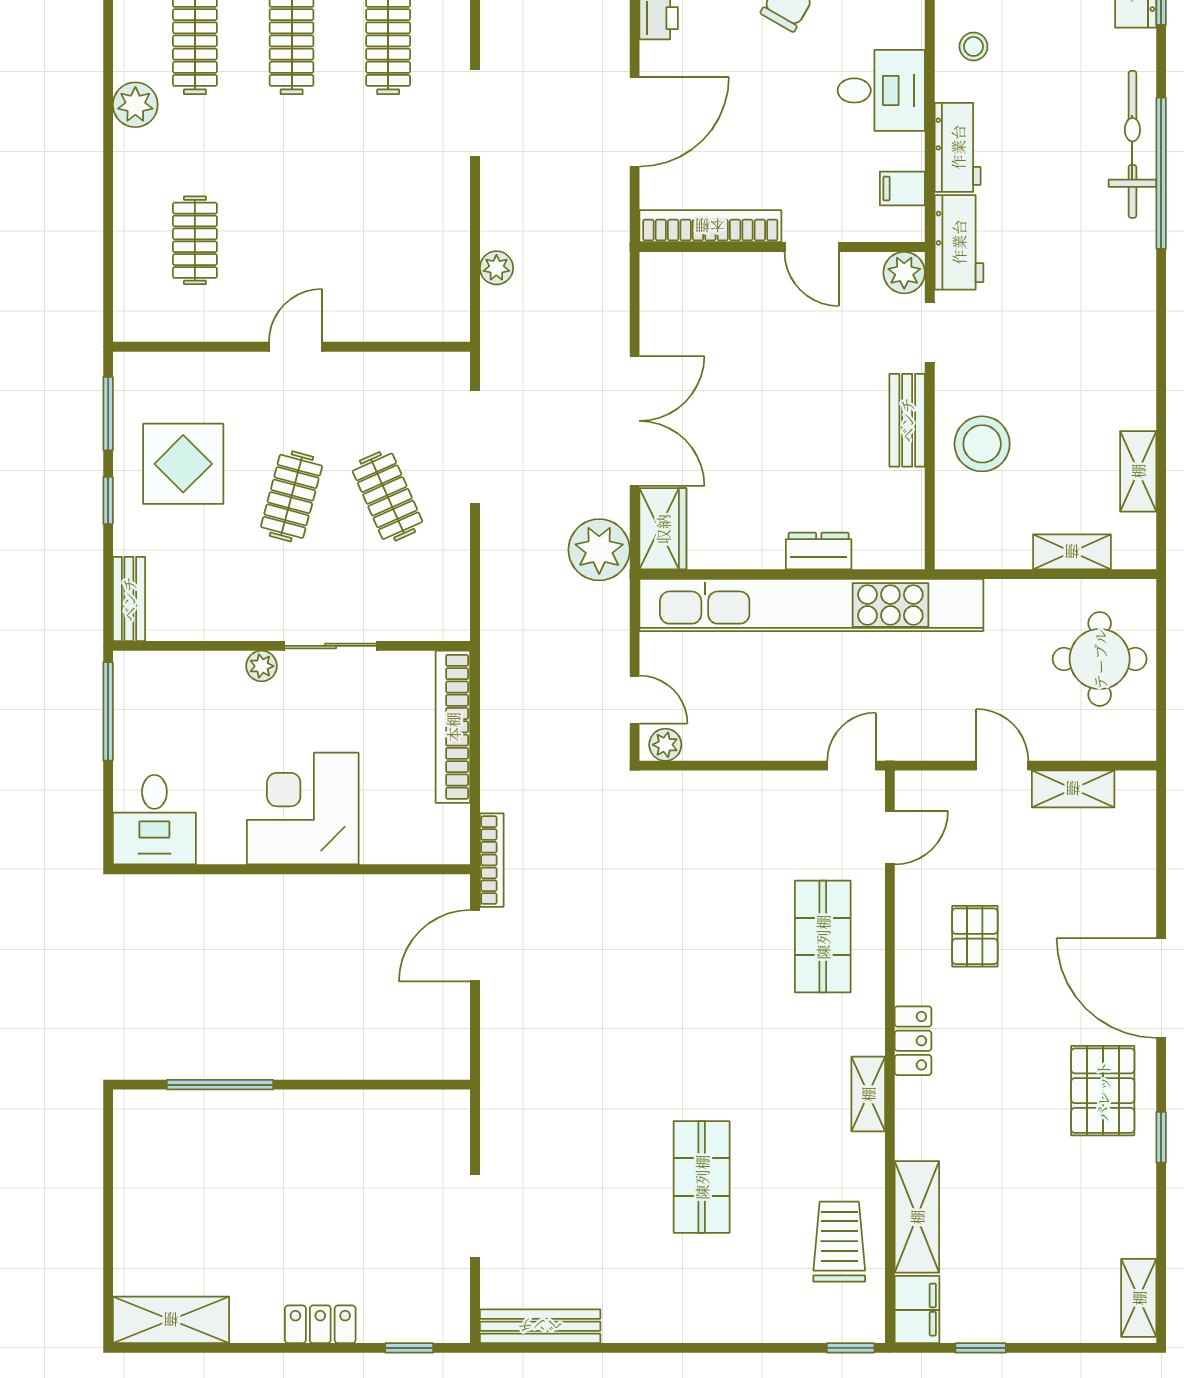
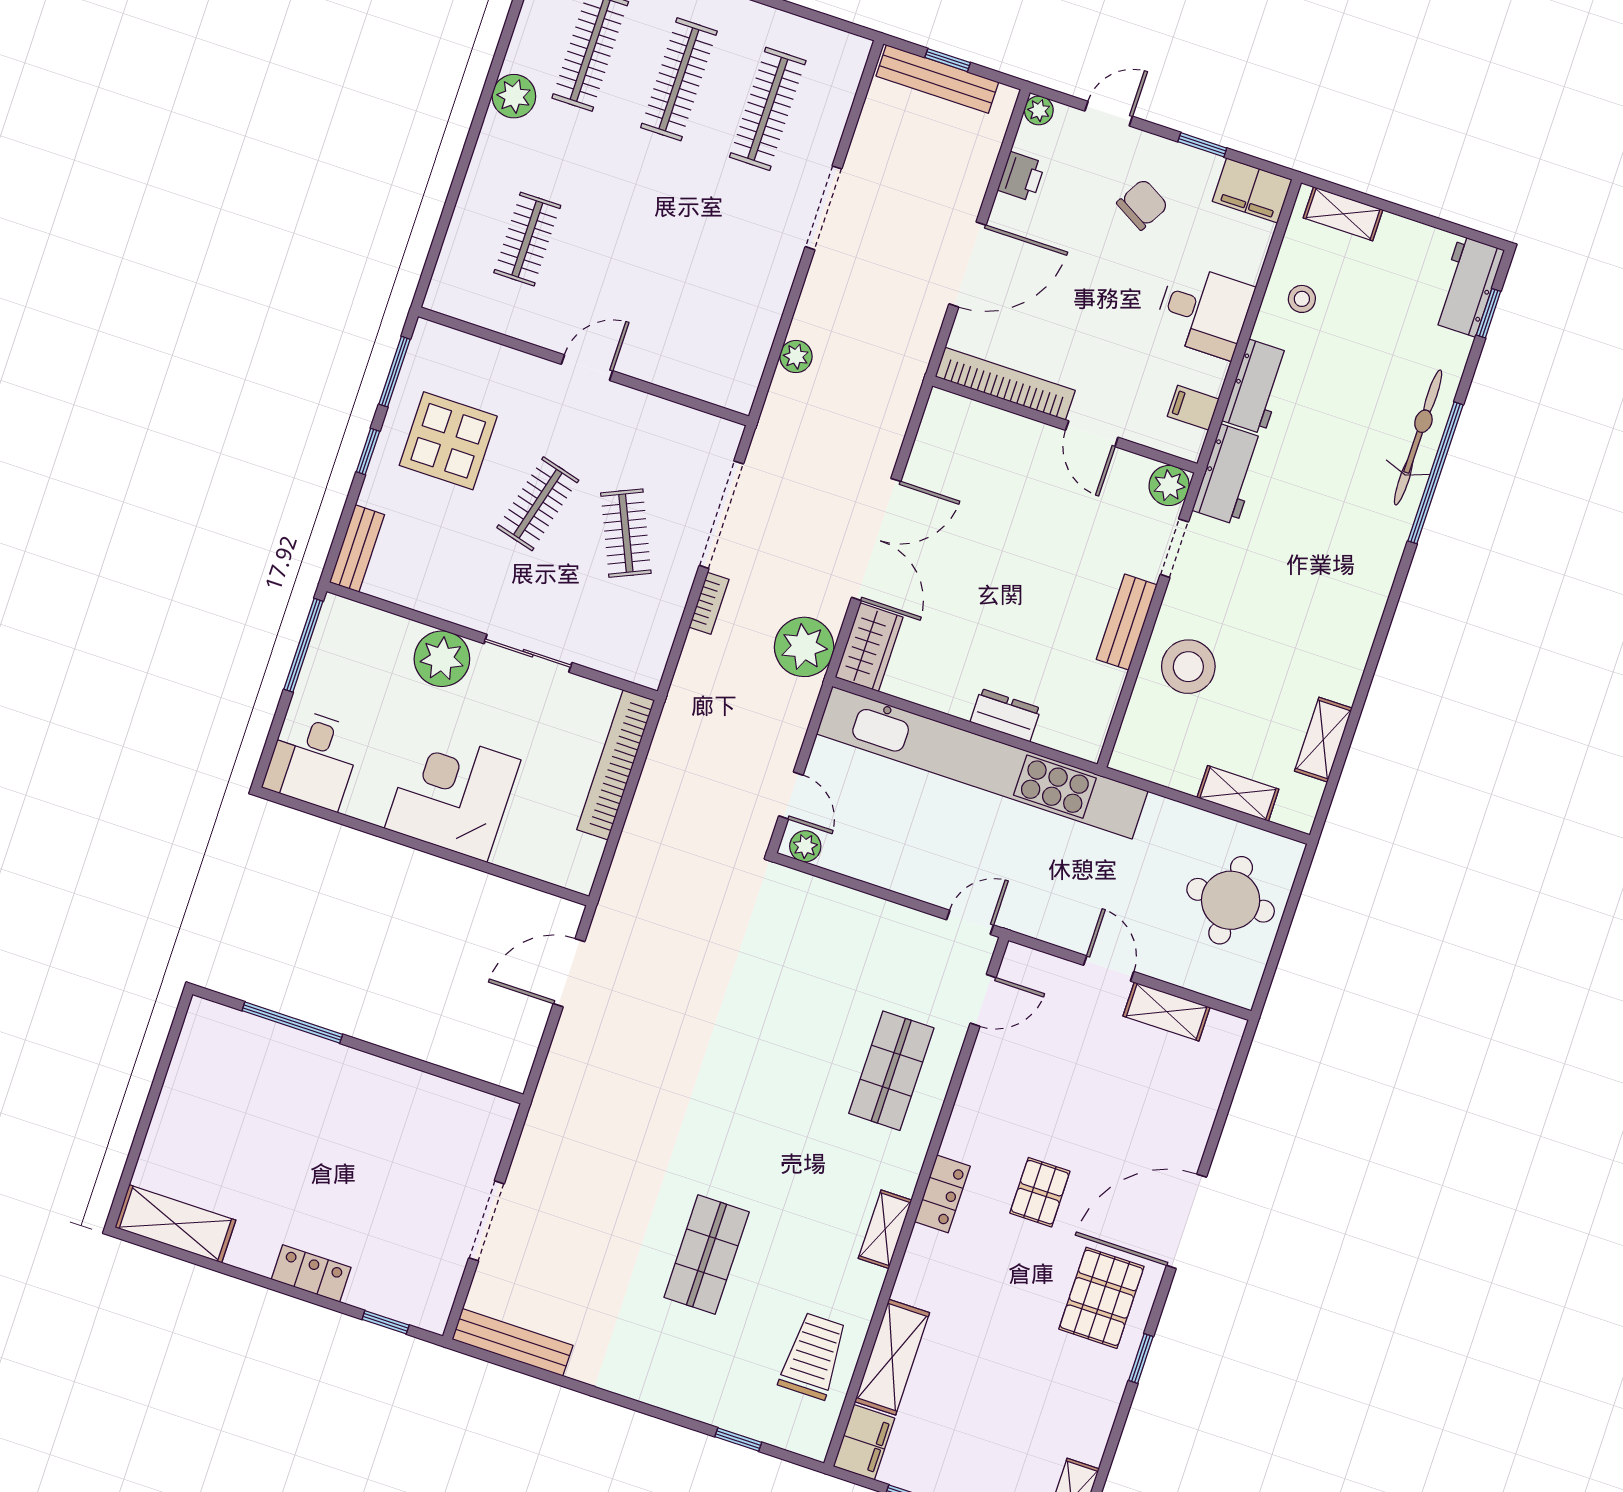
plant: (262, 666) -> (442, 659), width x1.88, depth x1.88
bookcase: (492, 860) -> (709, 603), moved, width x0.64
pallet: (975, 936) -> (1040, 1192), moved
door: (1161, 988) -> (1187, 1221), hinge flipped
window: (851, 1348) -> (738, 1440), moved

